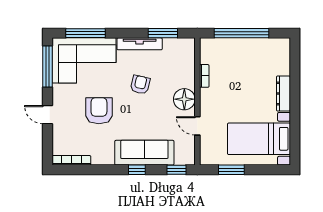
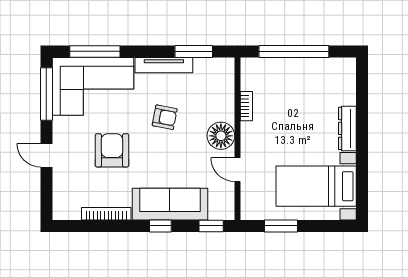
armchair: (140, 85) -> (165, 117), turned 88
bookcase: (71, 160) -> (106, 214), moved

